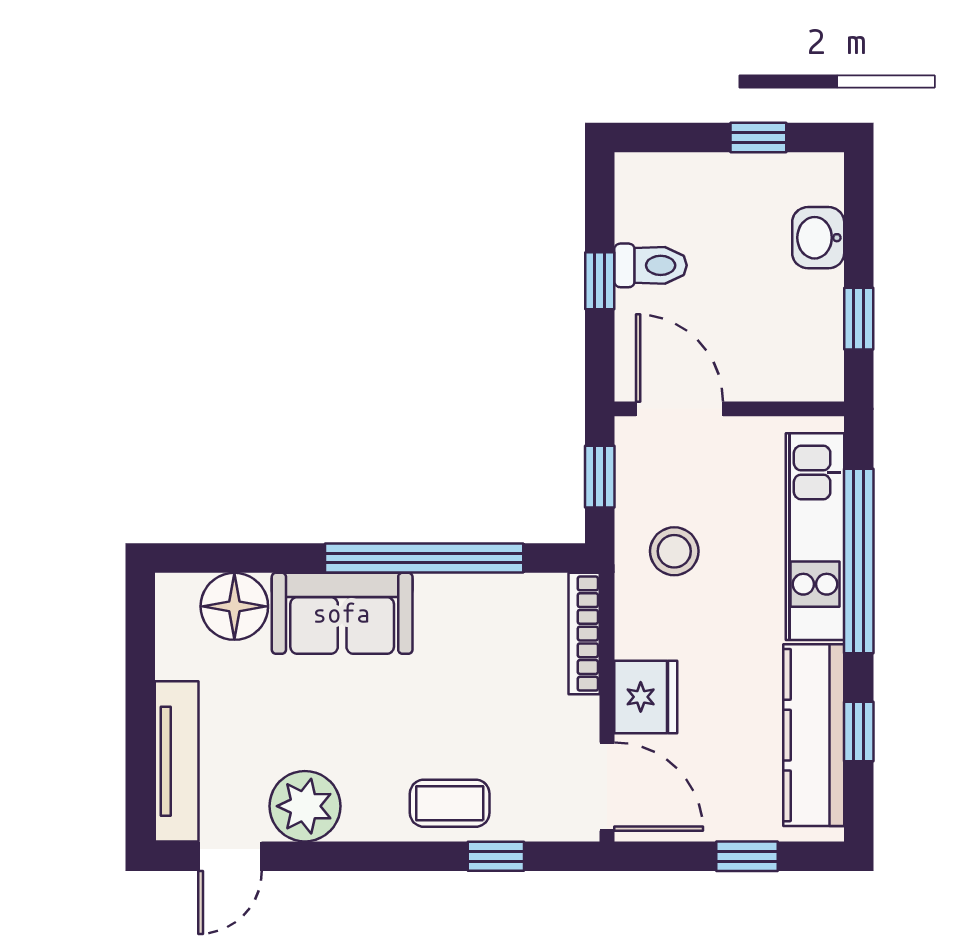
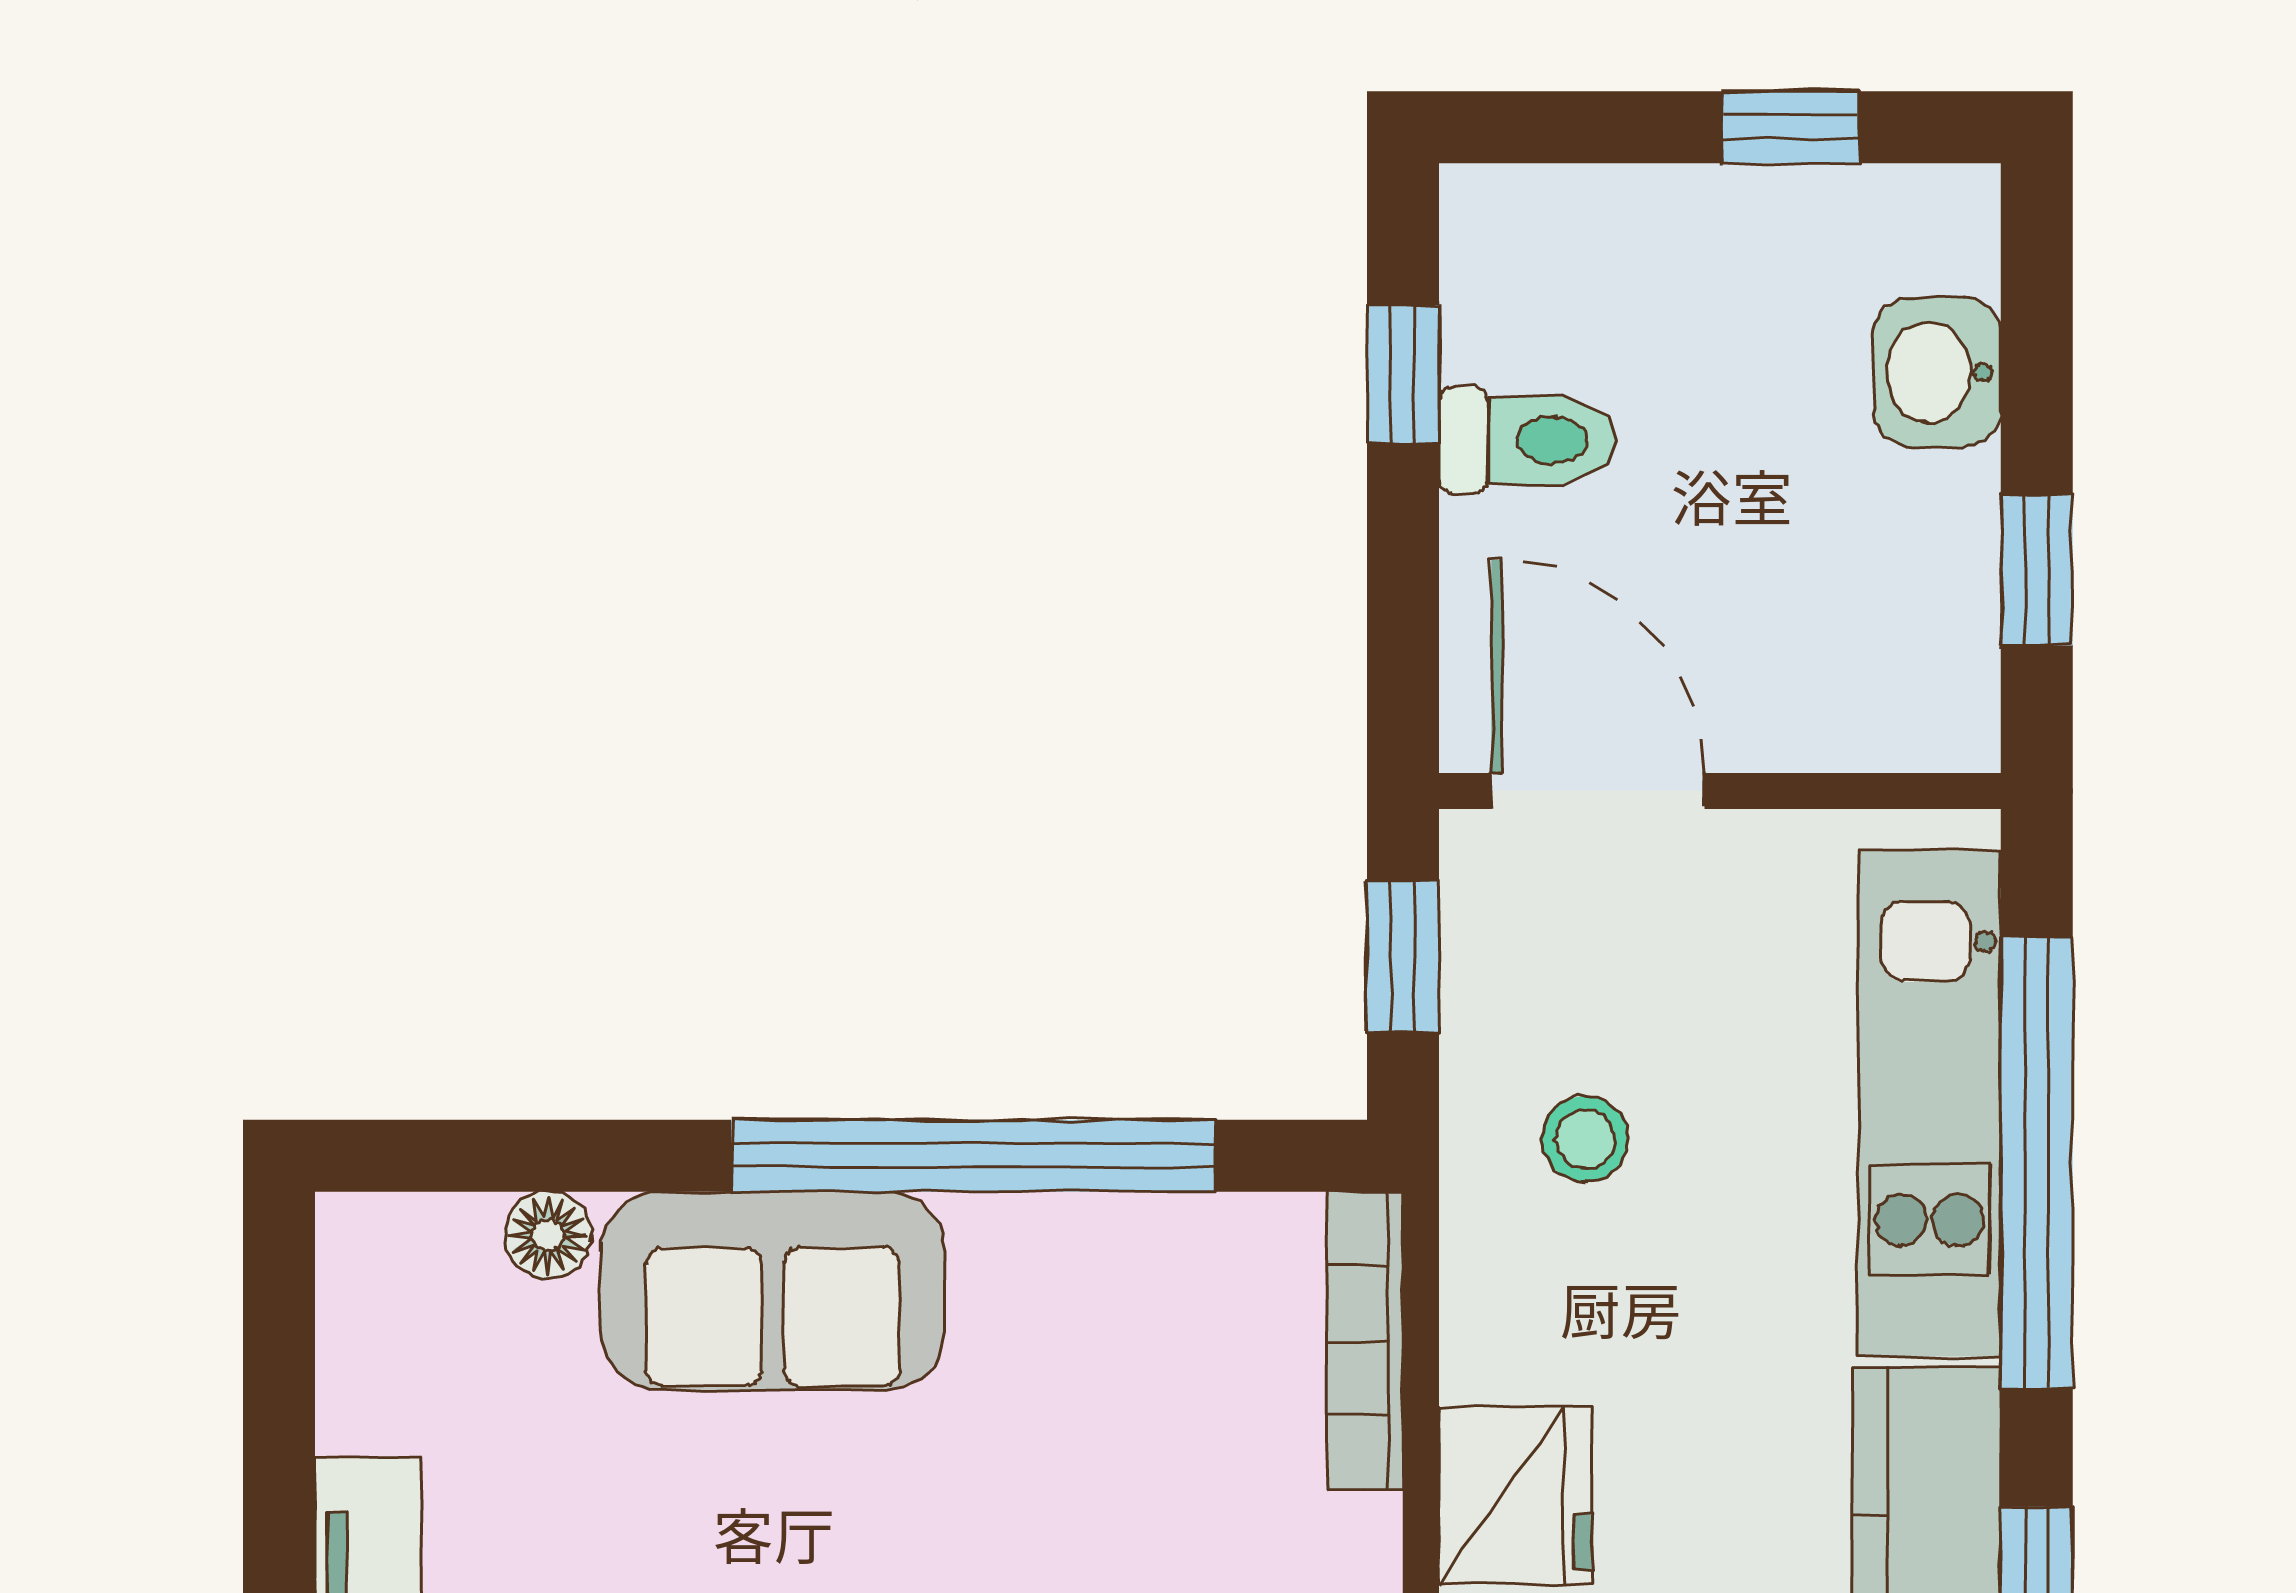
window: (600, 281) -> (1403, 374), moved
stool: (674, 551) -> (1585, 1139), width x0.73, depth x0.73
floor lamp: (234, 606) -> (548, 1235), width x0.53, depth x0.53

